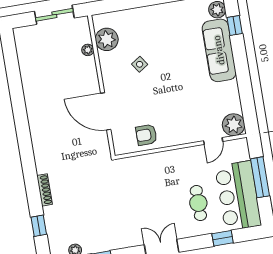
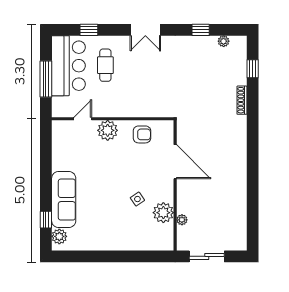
plant: (107, 39) -> (163, 213), moved
plant: (234, 125) -> (108, 130), moved

